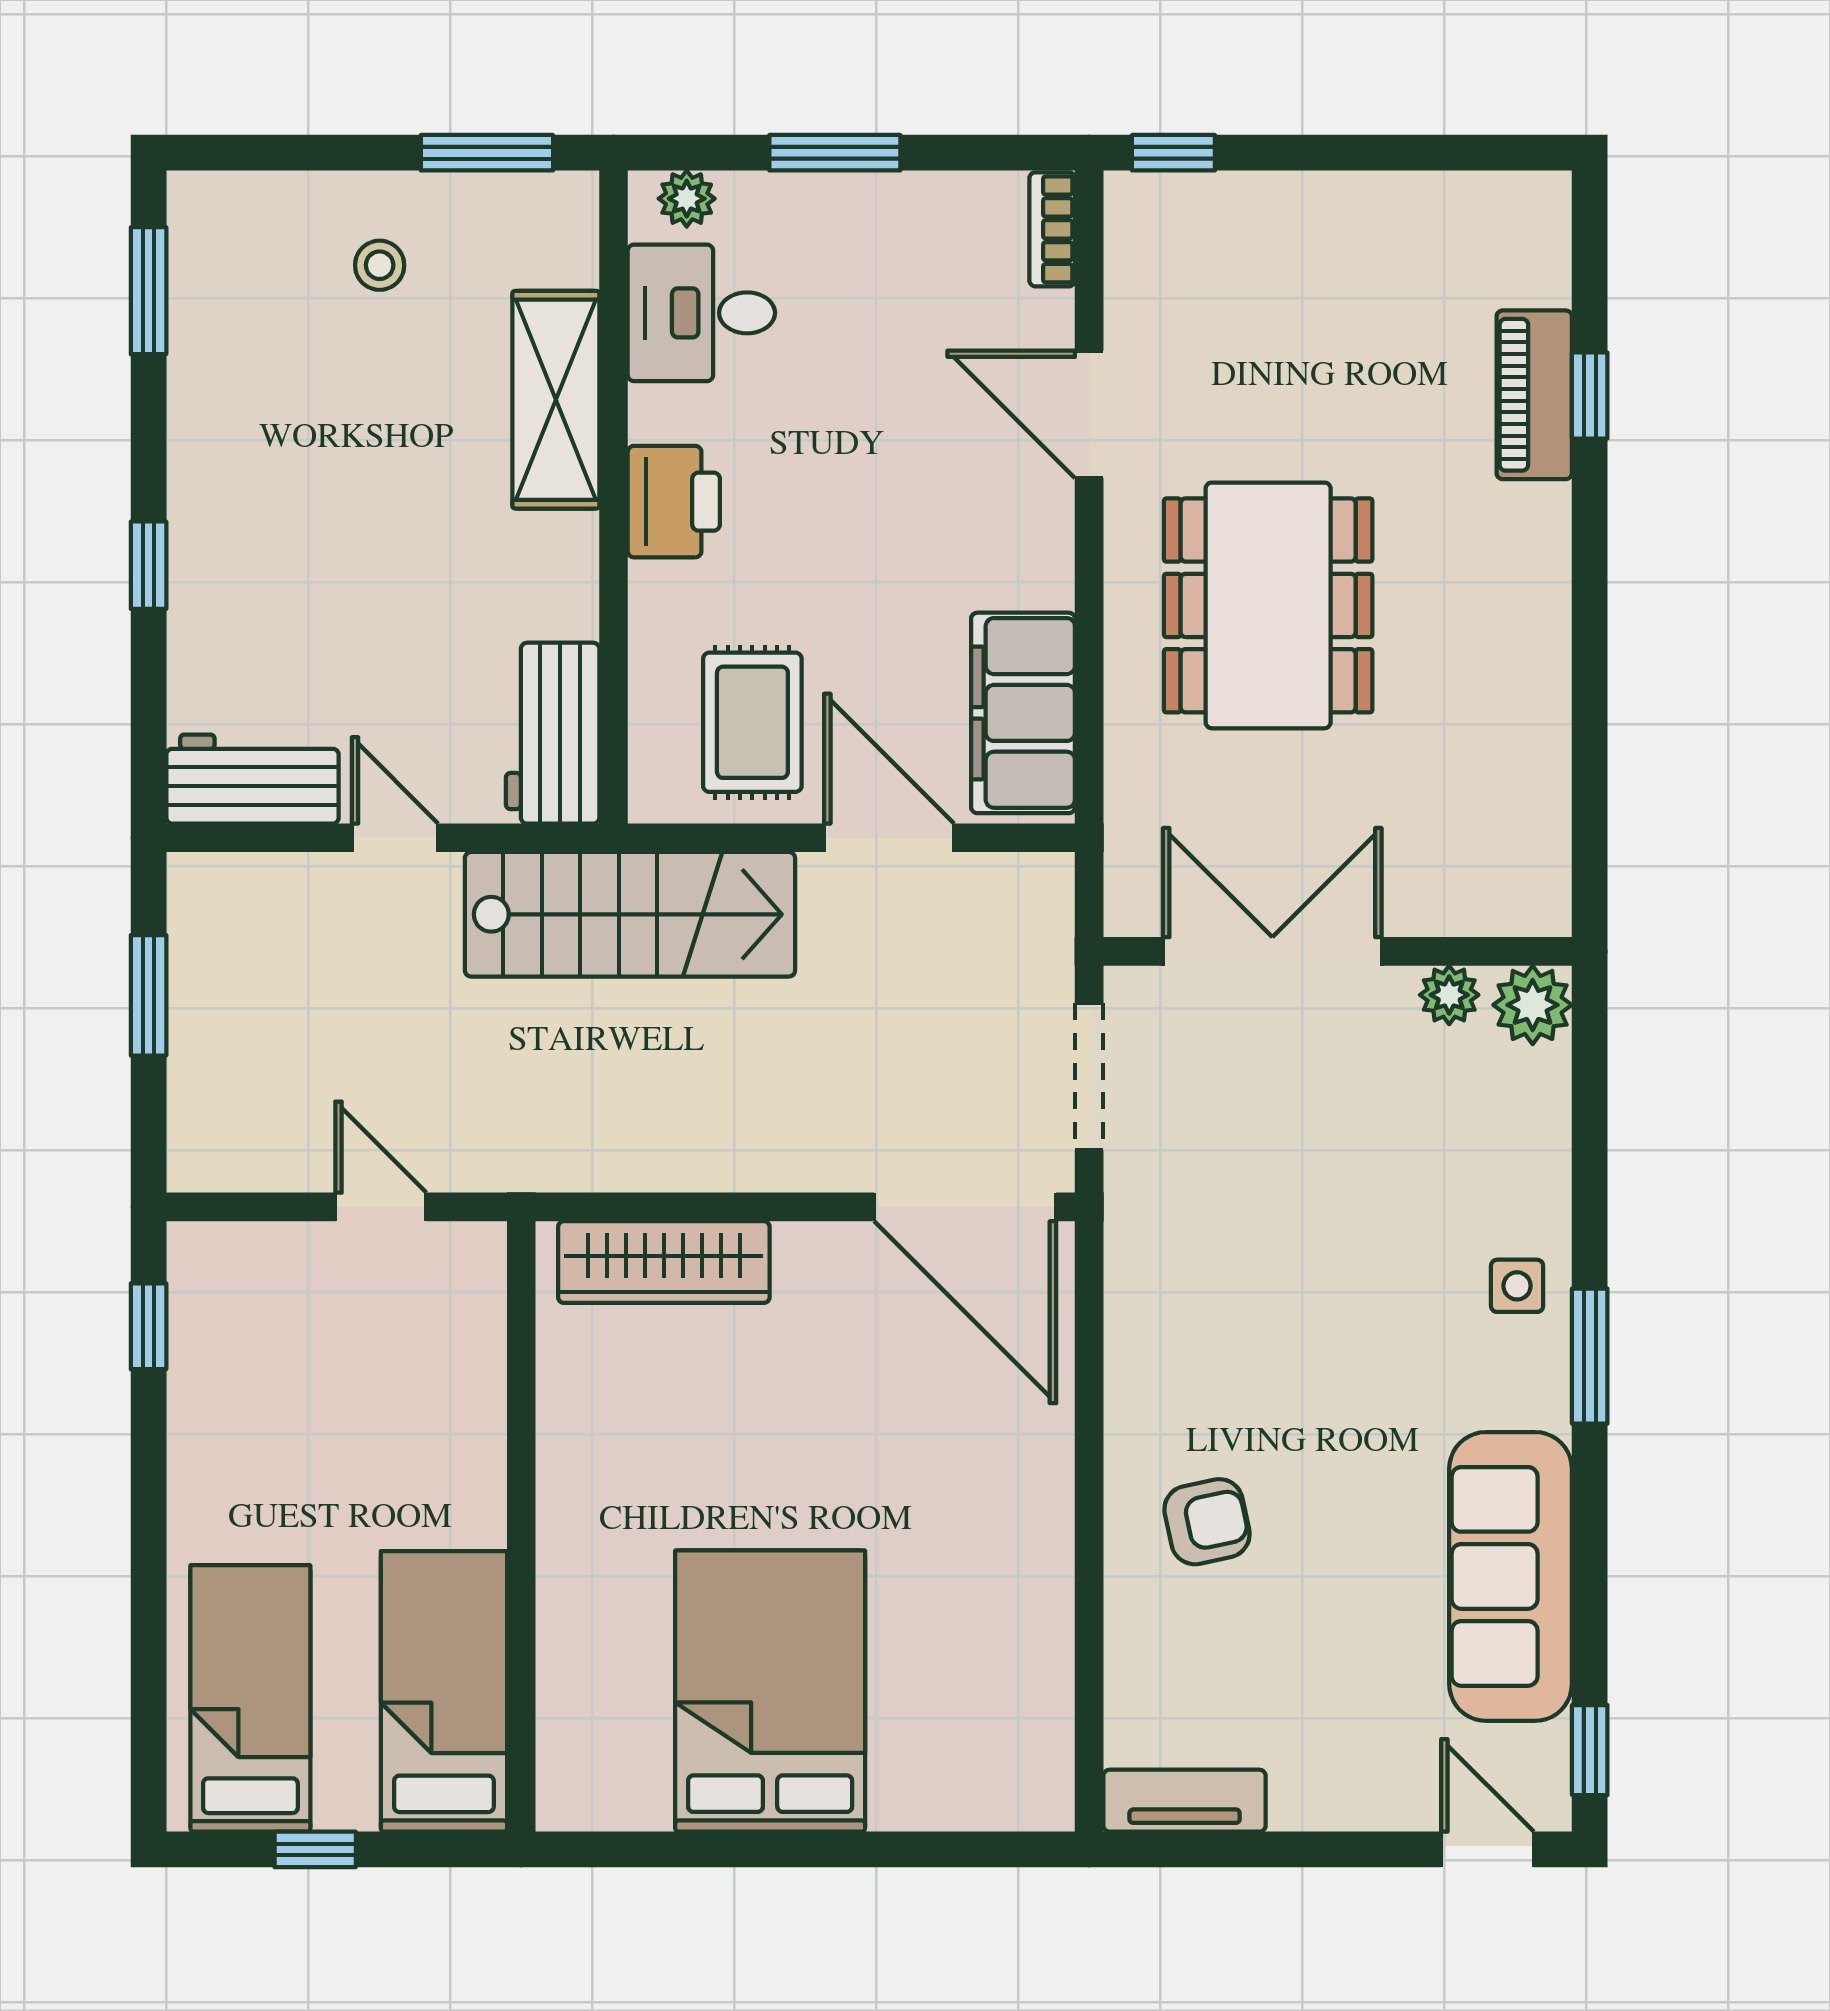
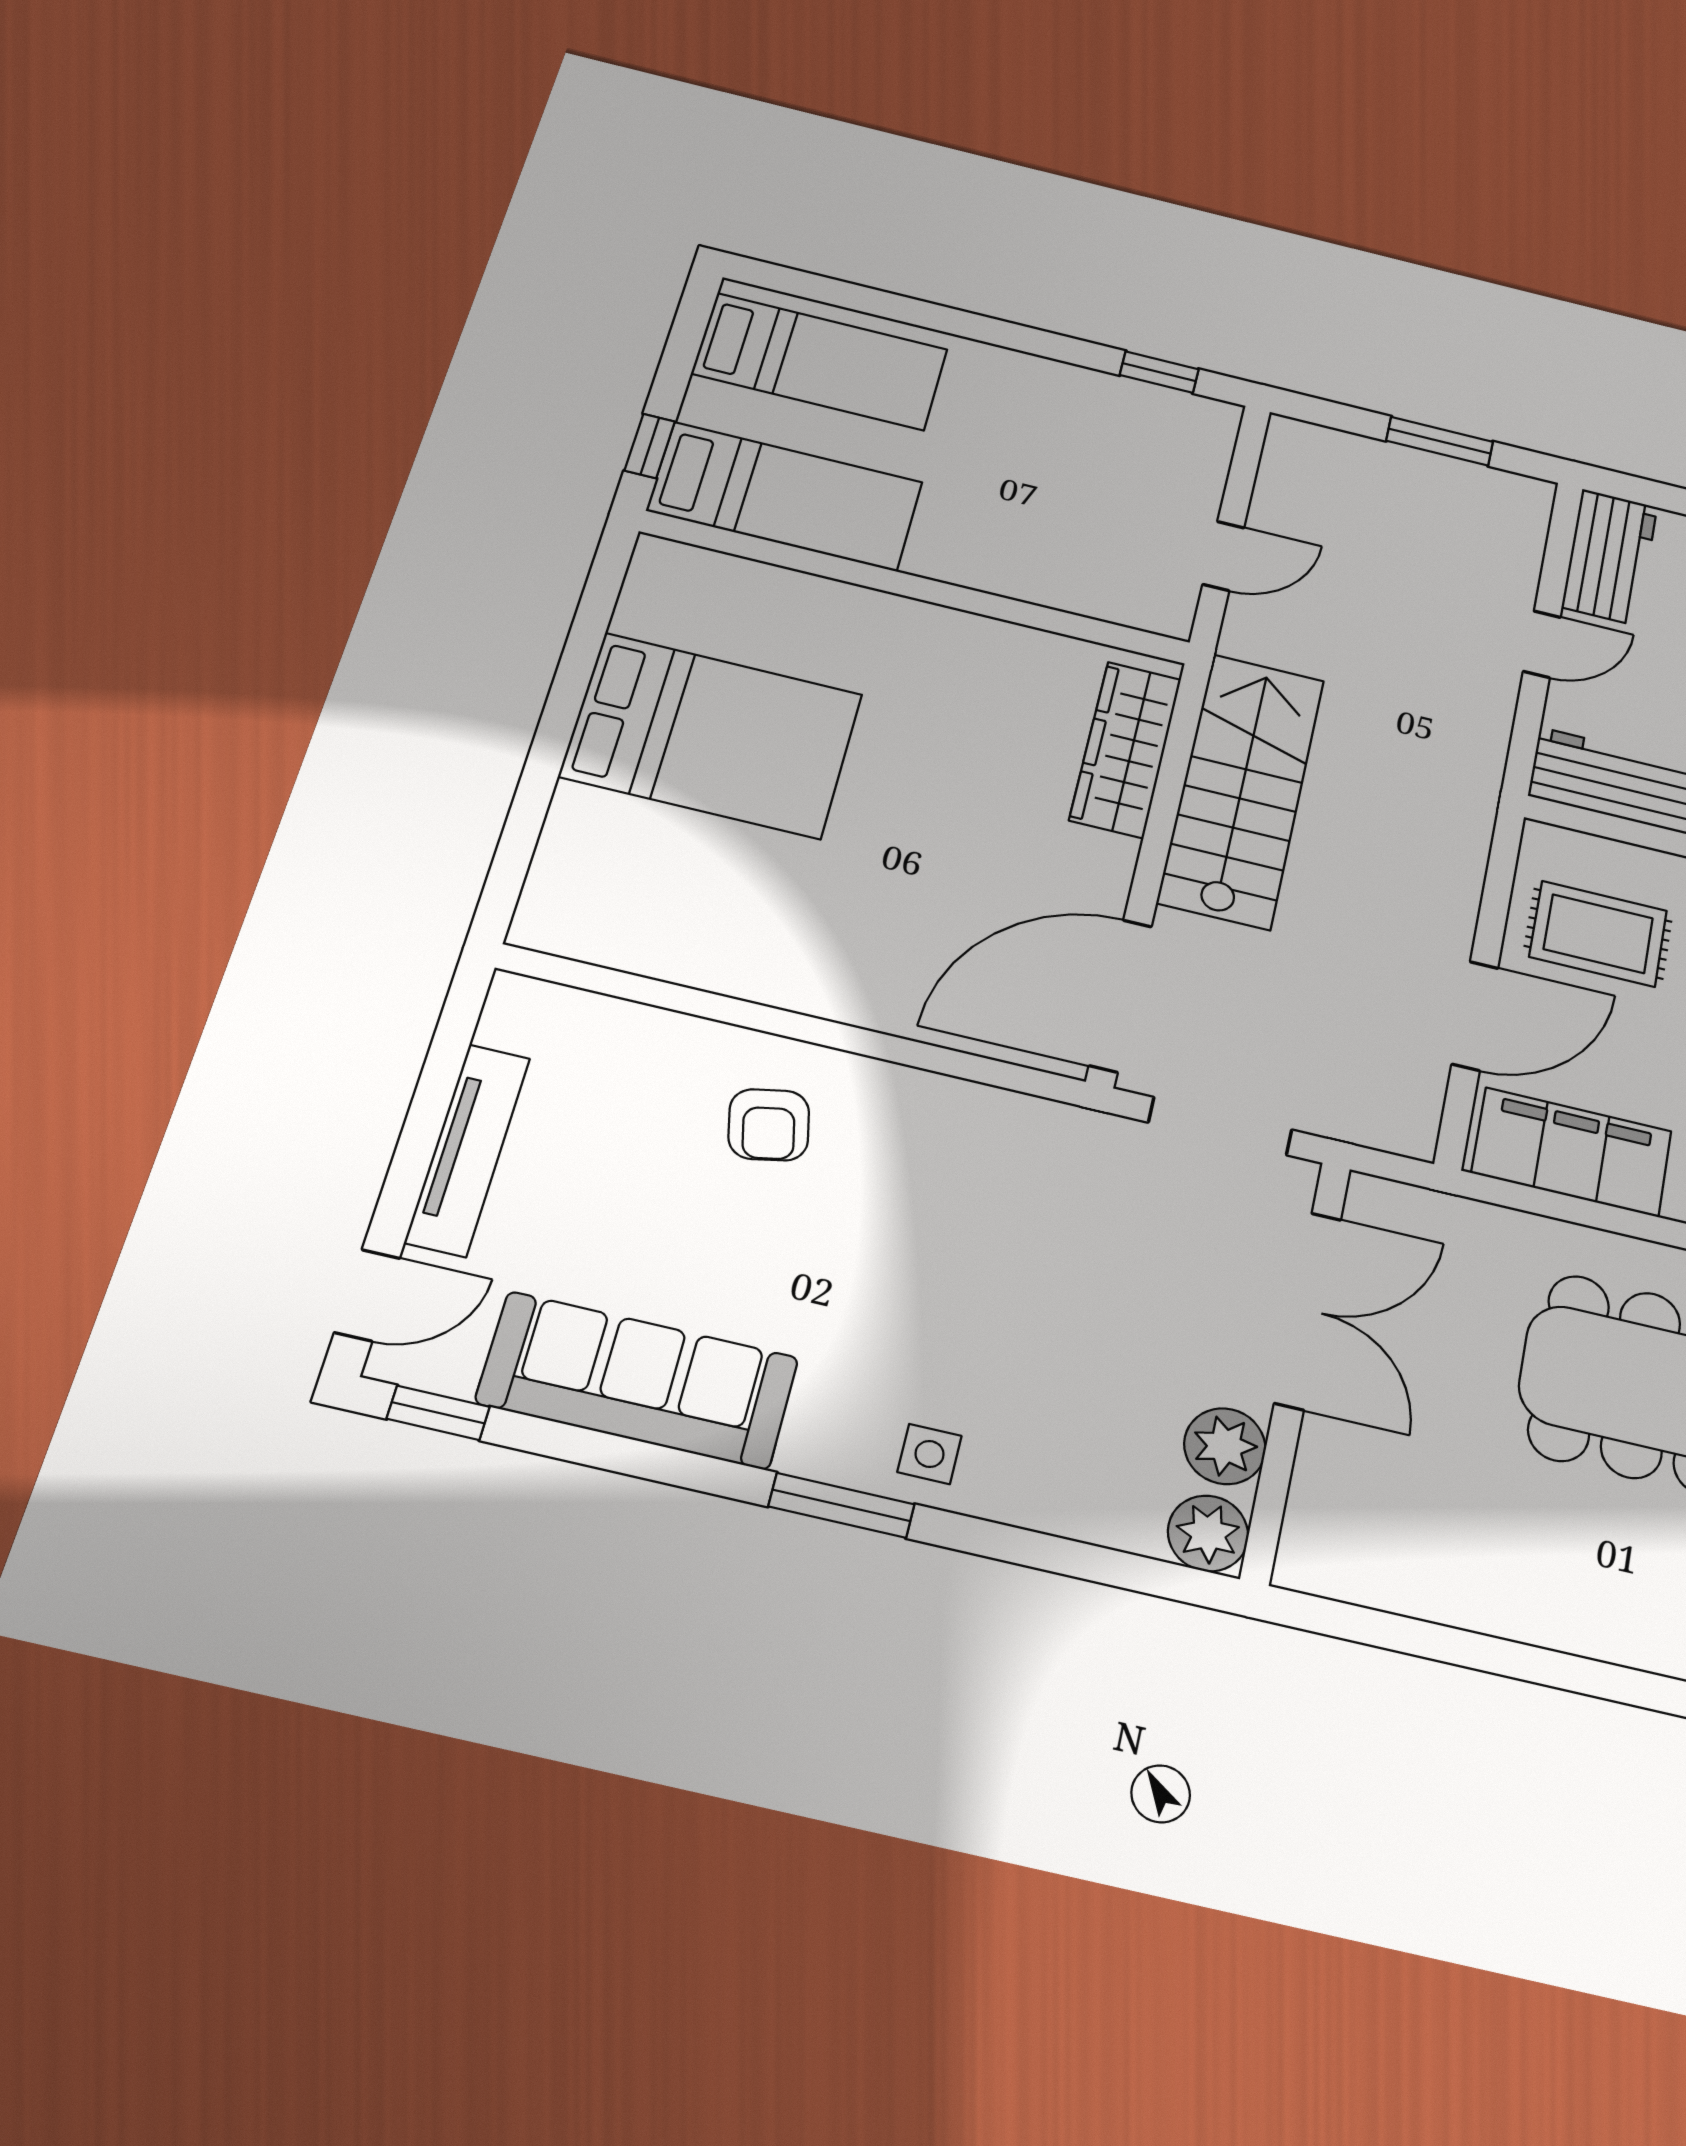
stairs: (630, 914) -> (1241, 790), moved, turned 180
plant: (1449, 995) -> (1225, 1446), width x1.38, depth x1.38
tv unit: (1185, 1801) -> (468, 1150), moved, width x1.41
window: (315, 1849) -> (650, 446), moved

